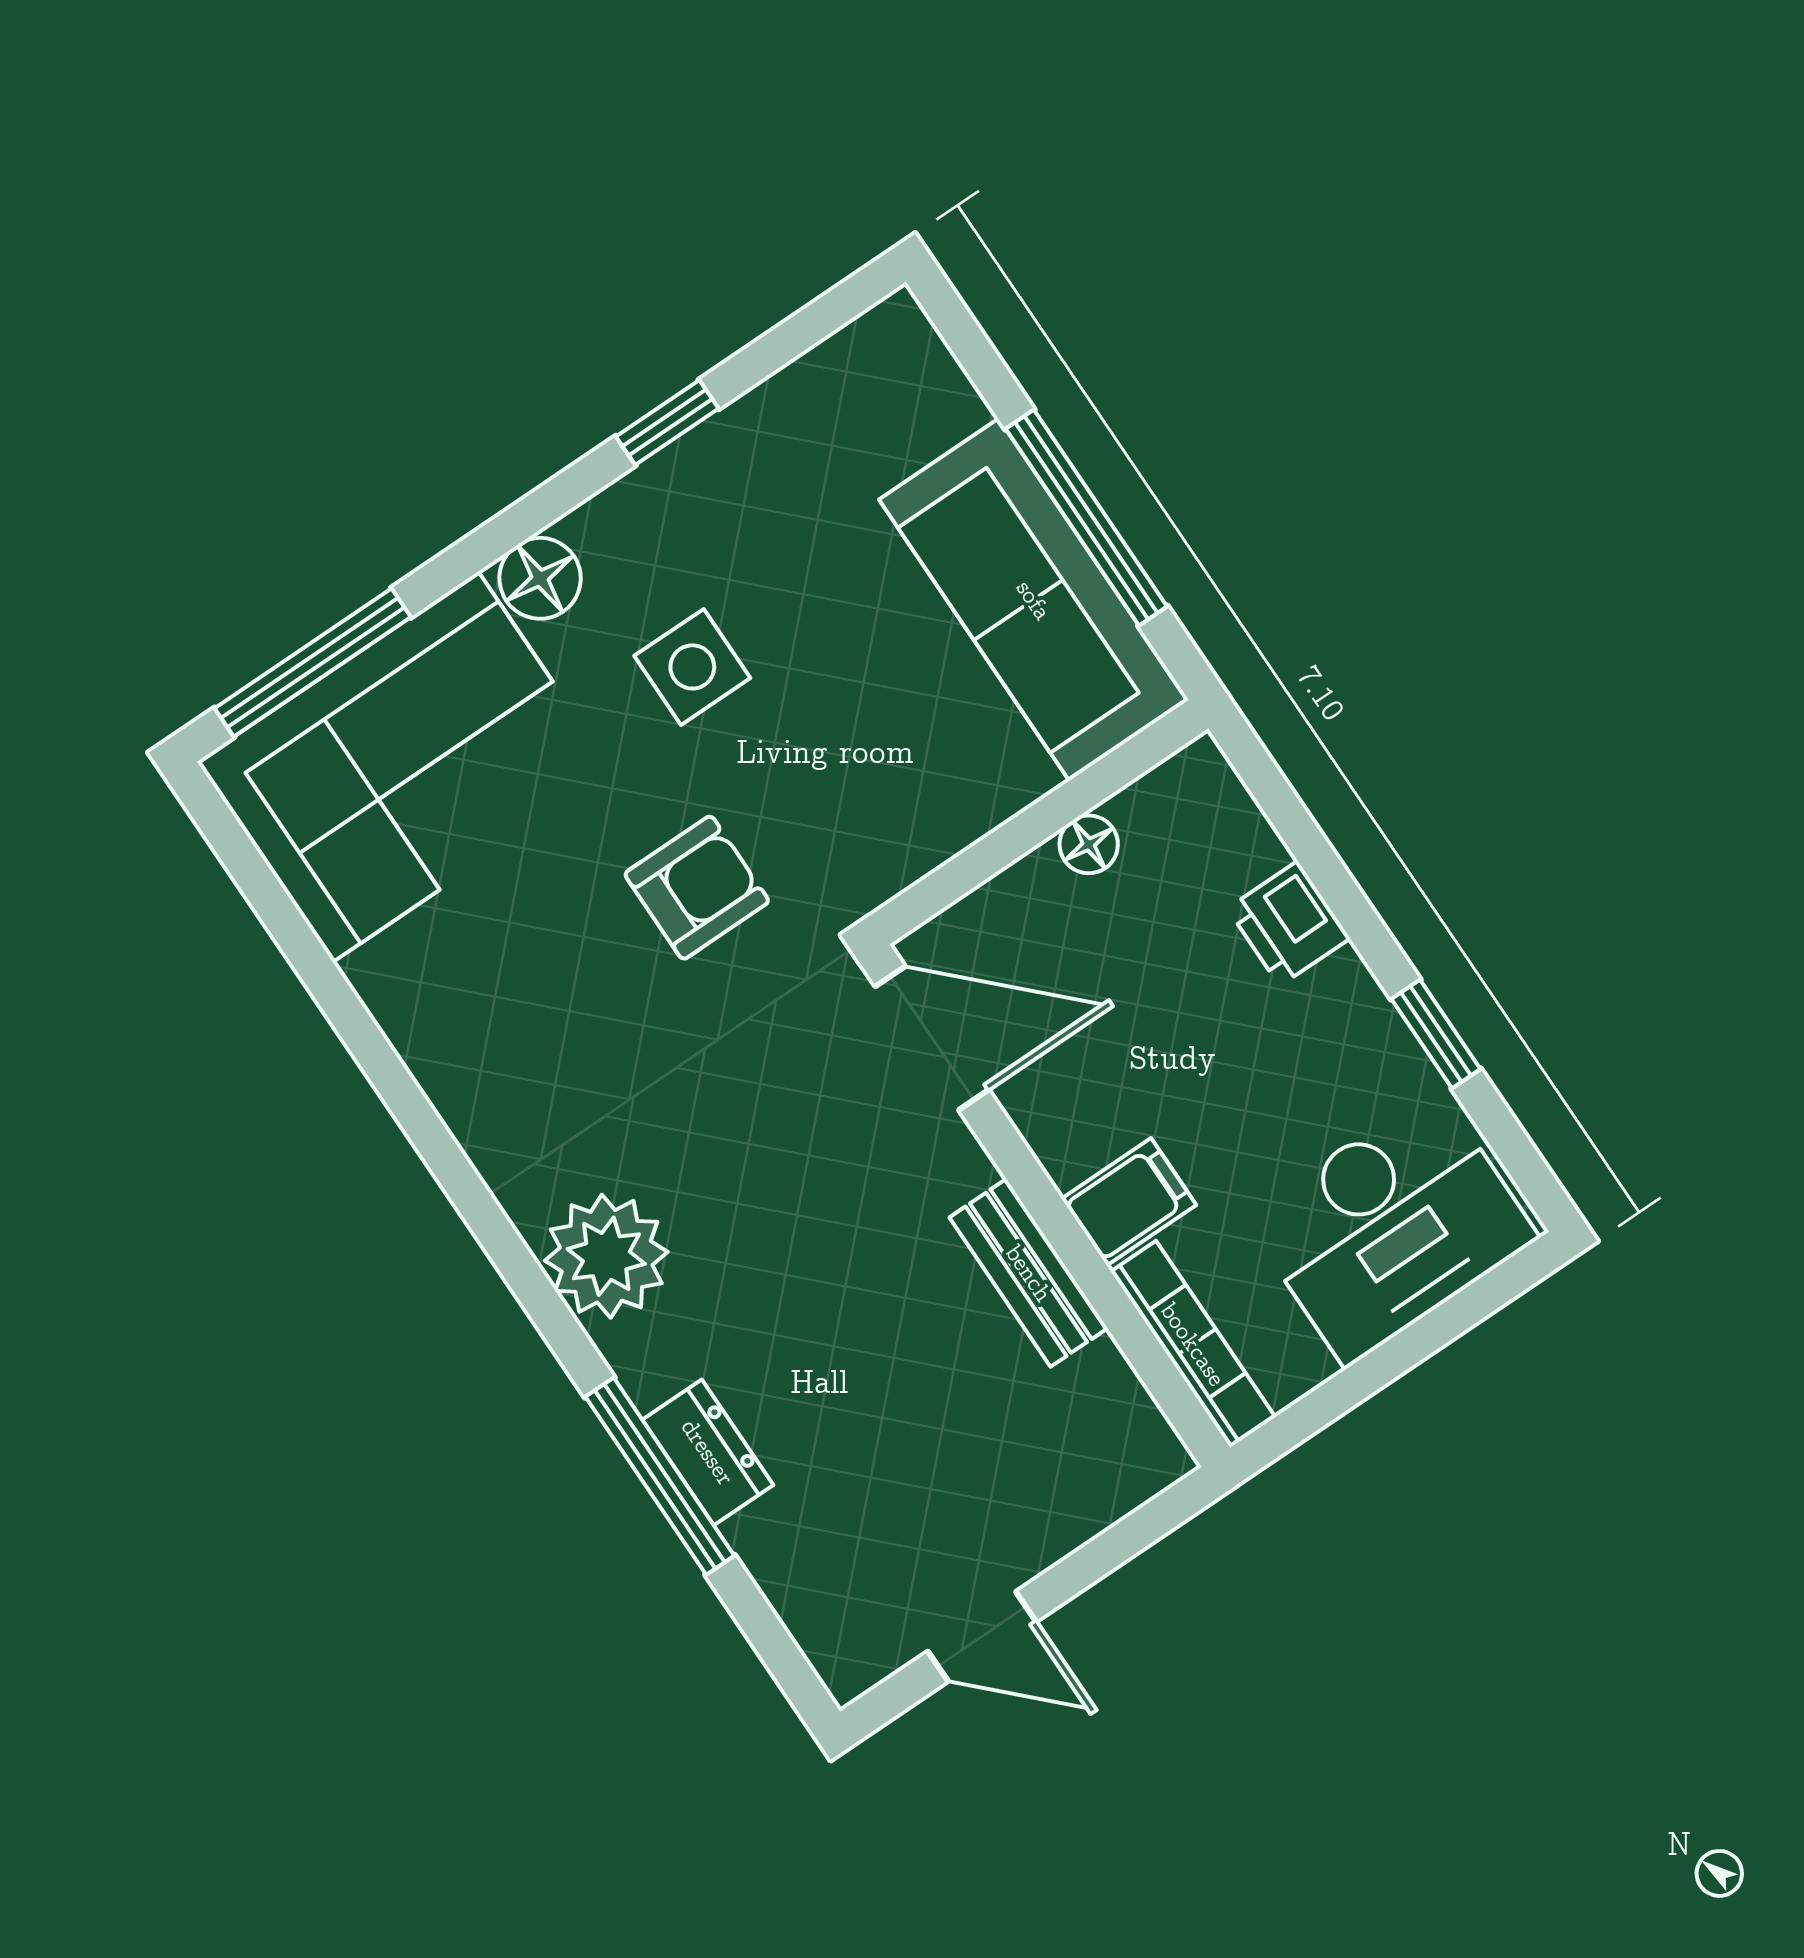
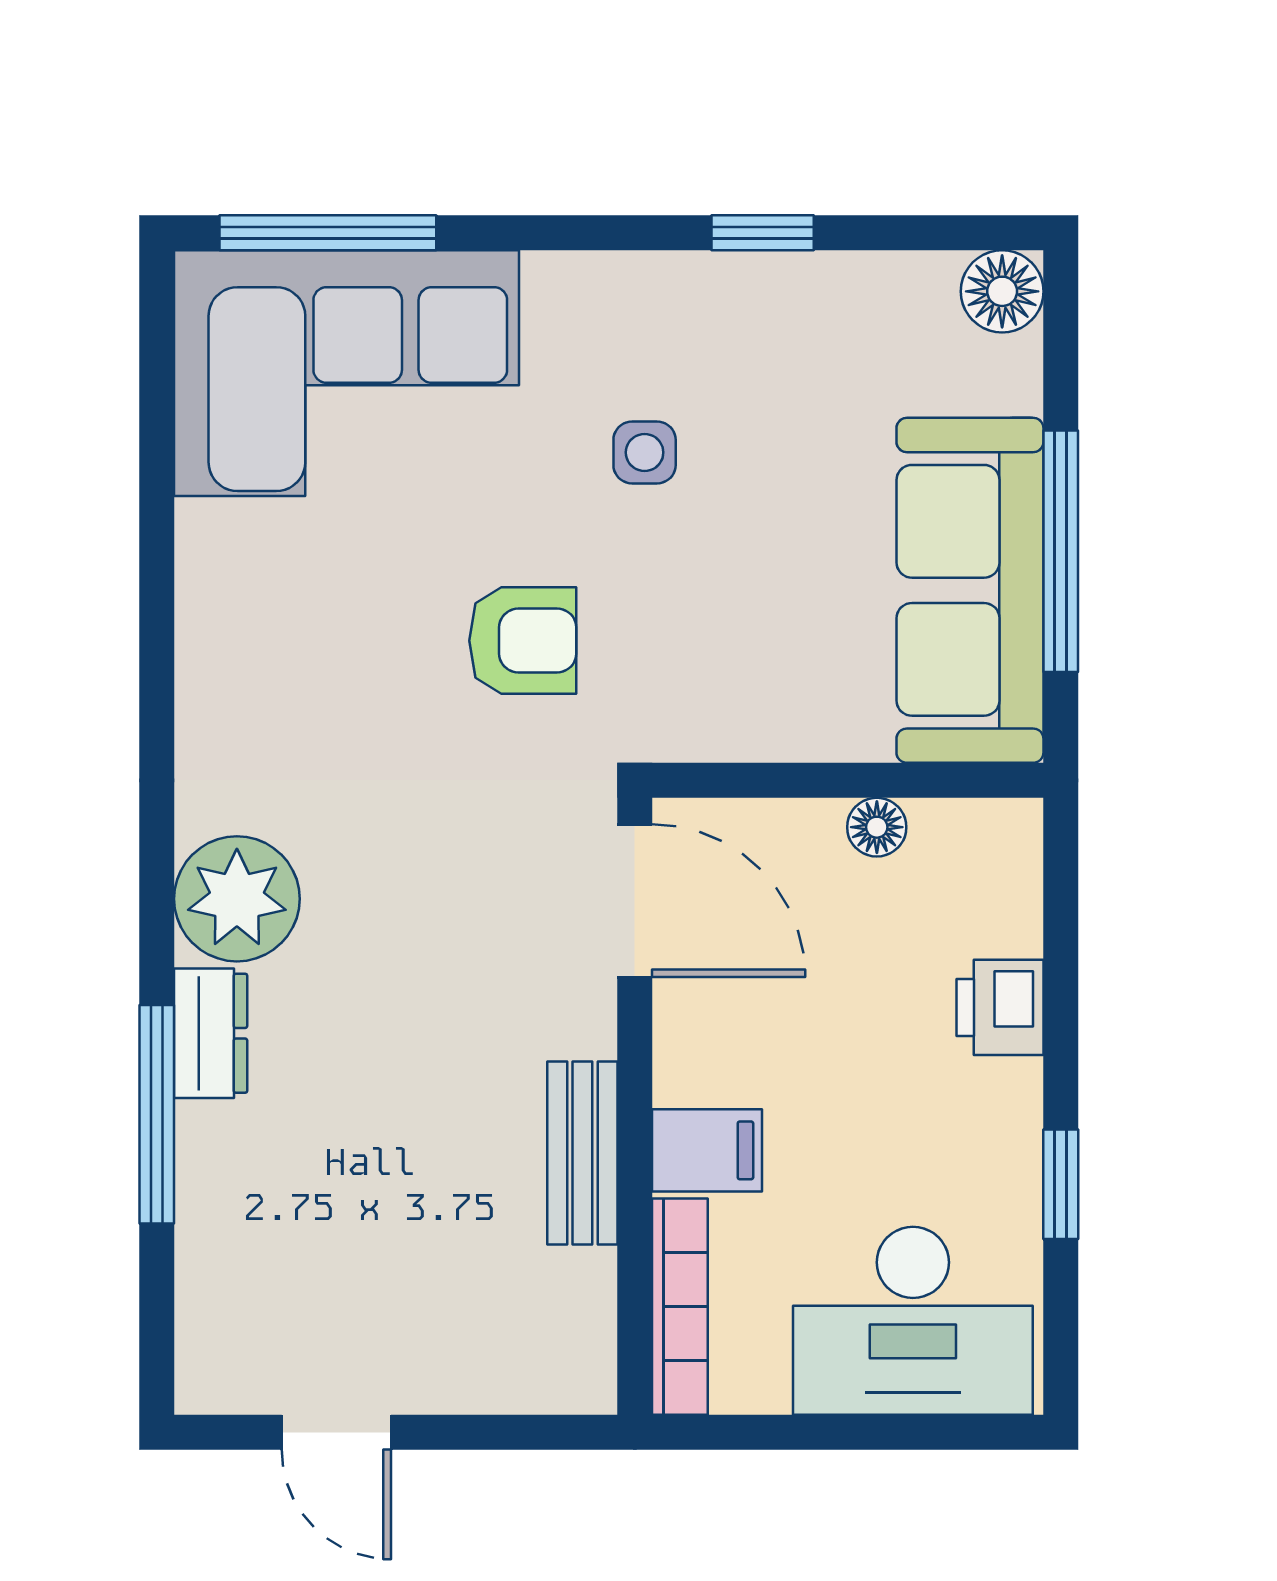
floor lamp: (540, 578) -> (1002, 291), moved
side table: (692, 667) -> (645, 452), width x0.73, depth x0.73
dresser: (708, 1452) -> (211, 1033), moved

